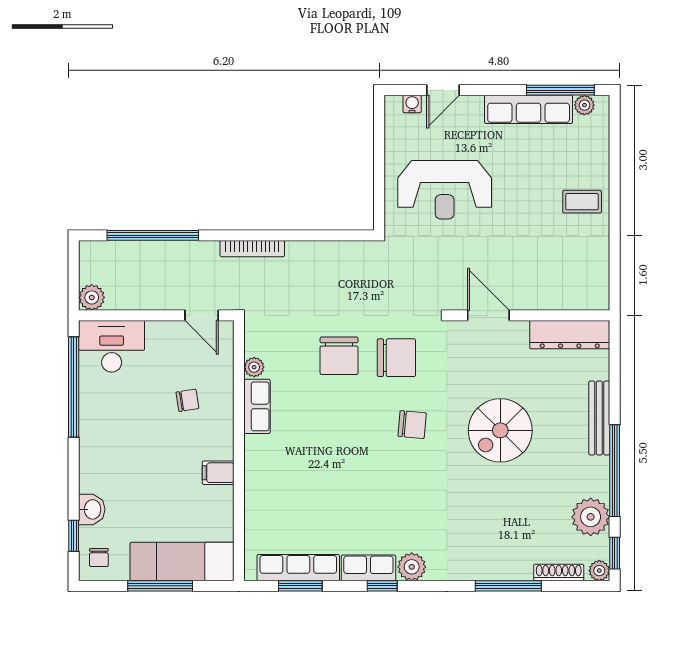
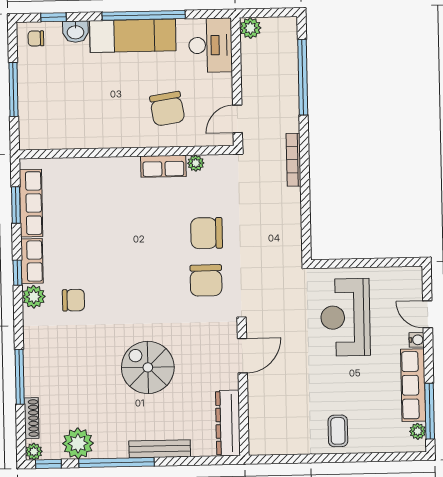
water cooler: (412, 104) -> (417, 340), moved
window: (74, 387) -> (144, 15), moved
chair: (187, 400) -> (167, 109), width x1.87, depth x1.87
chair: (412, 425) -> (74, 300), moved, turned -95
filing cabinet: (218, 473) -> (108, 135), removed
exam couch: (182, 562) -> (133, 36), moved, turned 90

